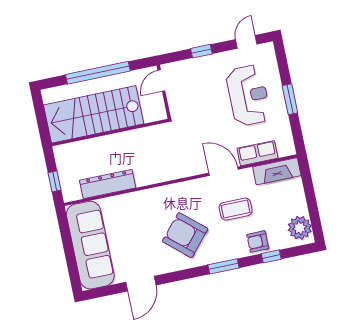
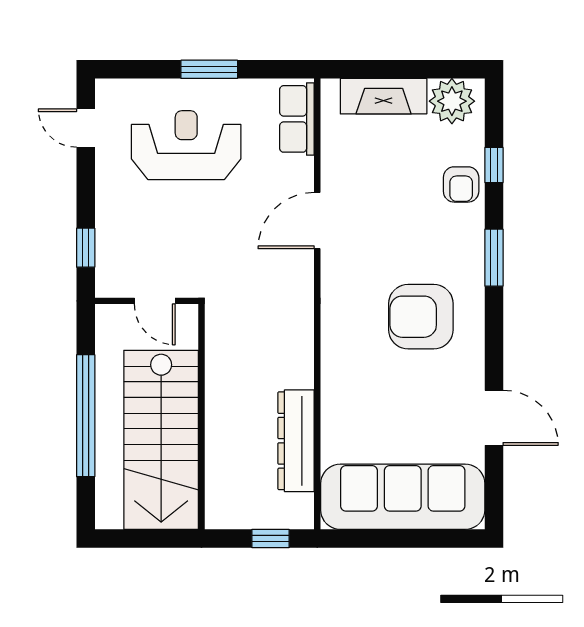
window: (201, 51) -> (86, 248), moved
door: (161, 81) -> (155, 301), moved
row of seats: (257, 153) -> (297, 119), moved
fireplace: (277, 171) -> (384, 96), moved, turned 90
coffee table: (236, 209) -> (392, 213), removed
armchair: (185, 235) -> (421, 317), turned 49

